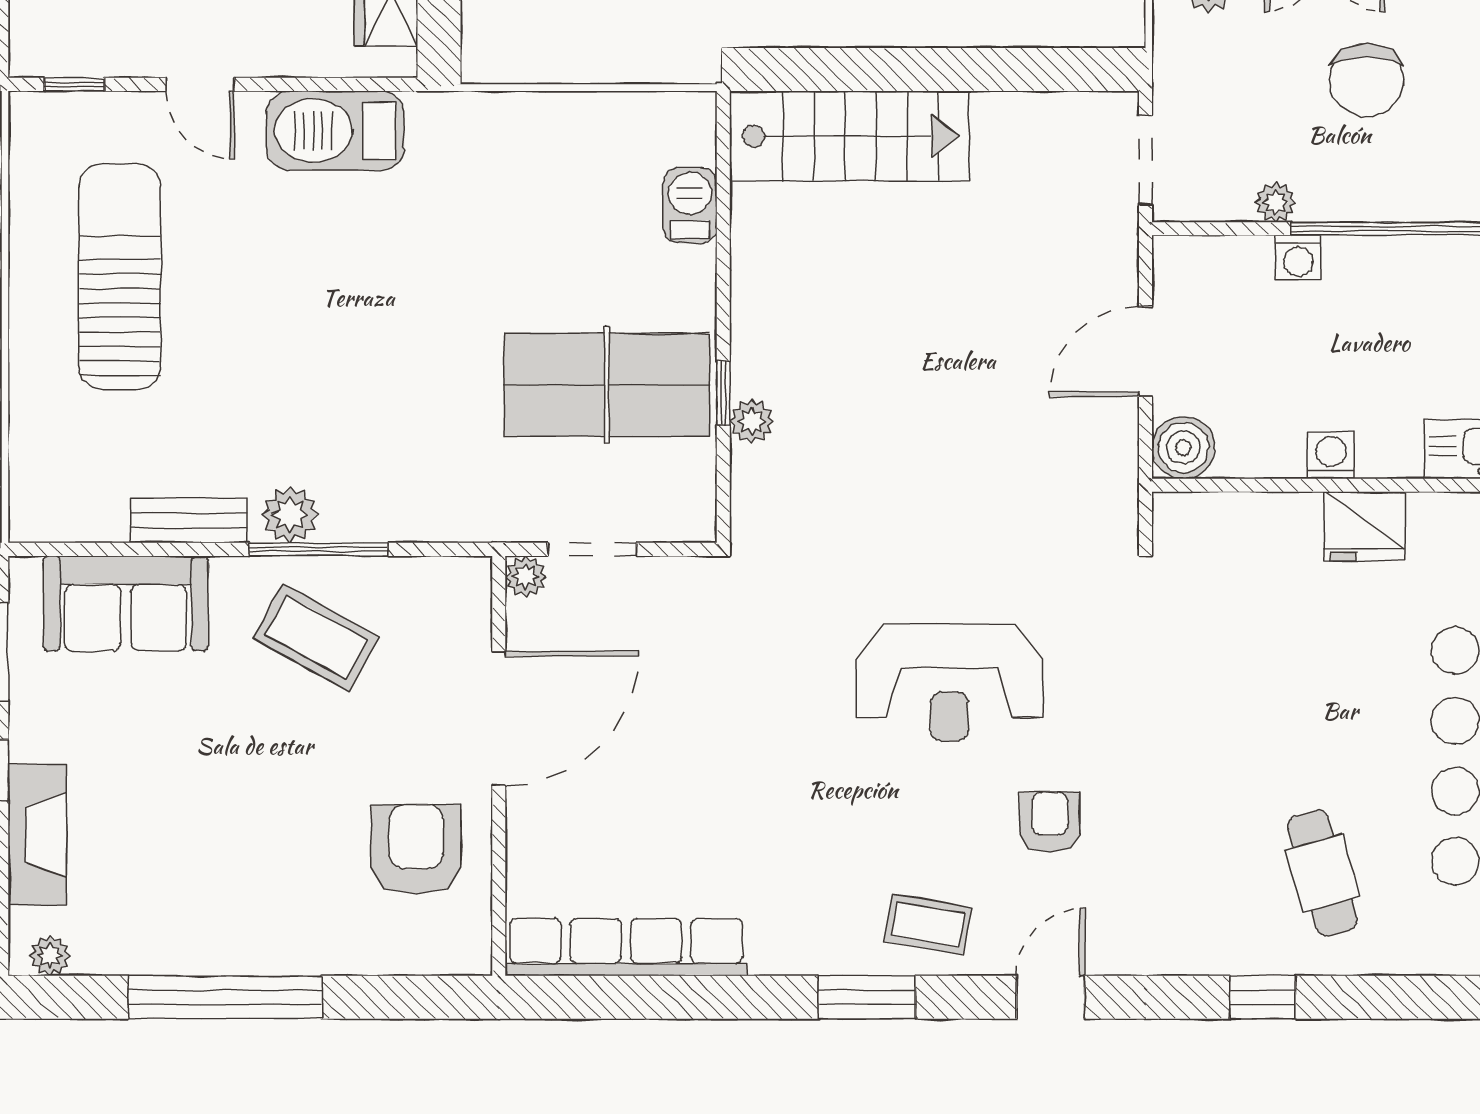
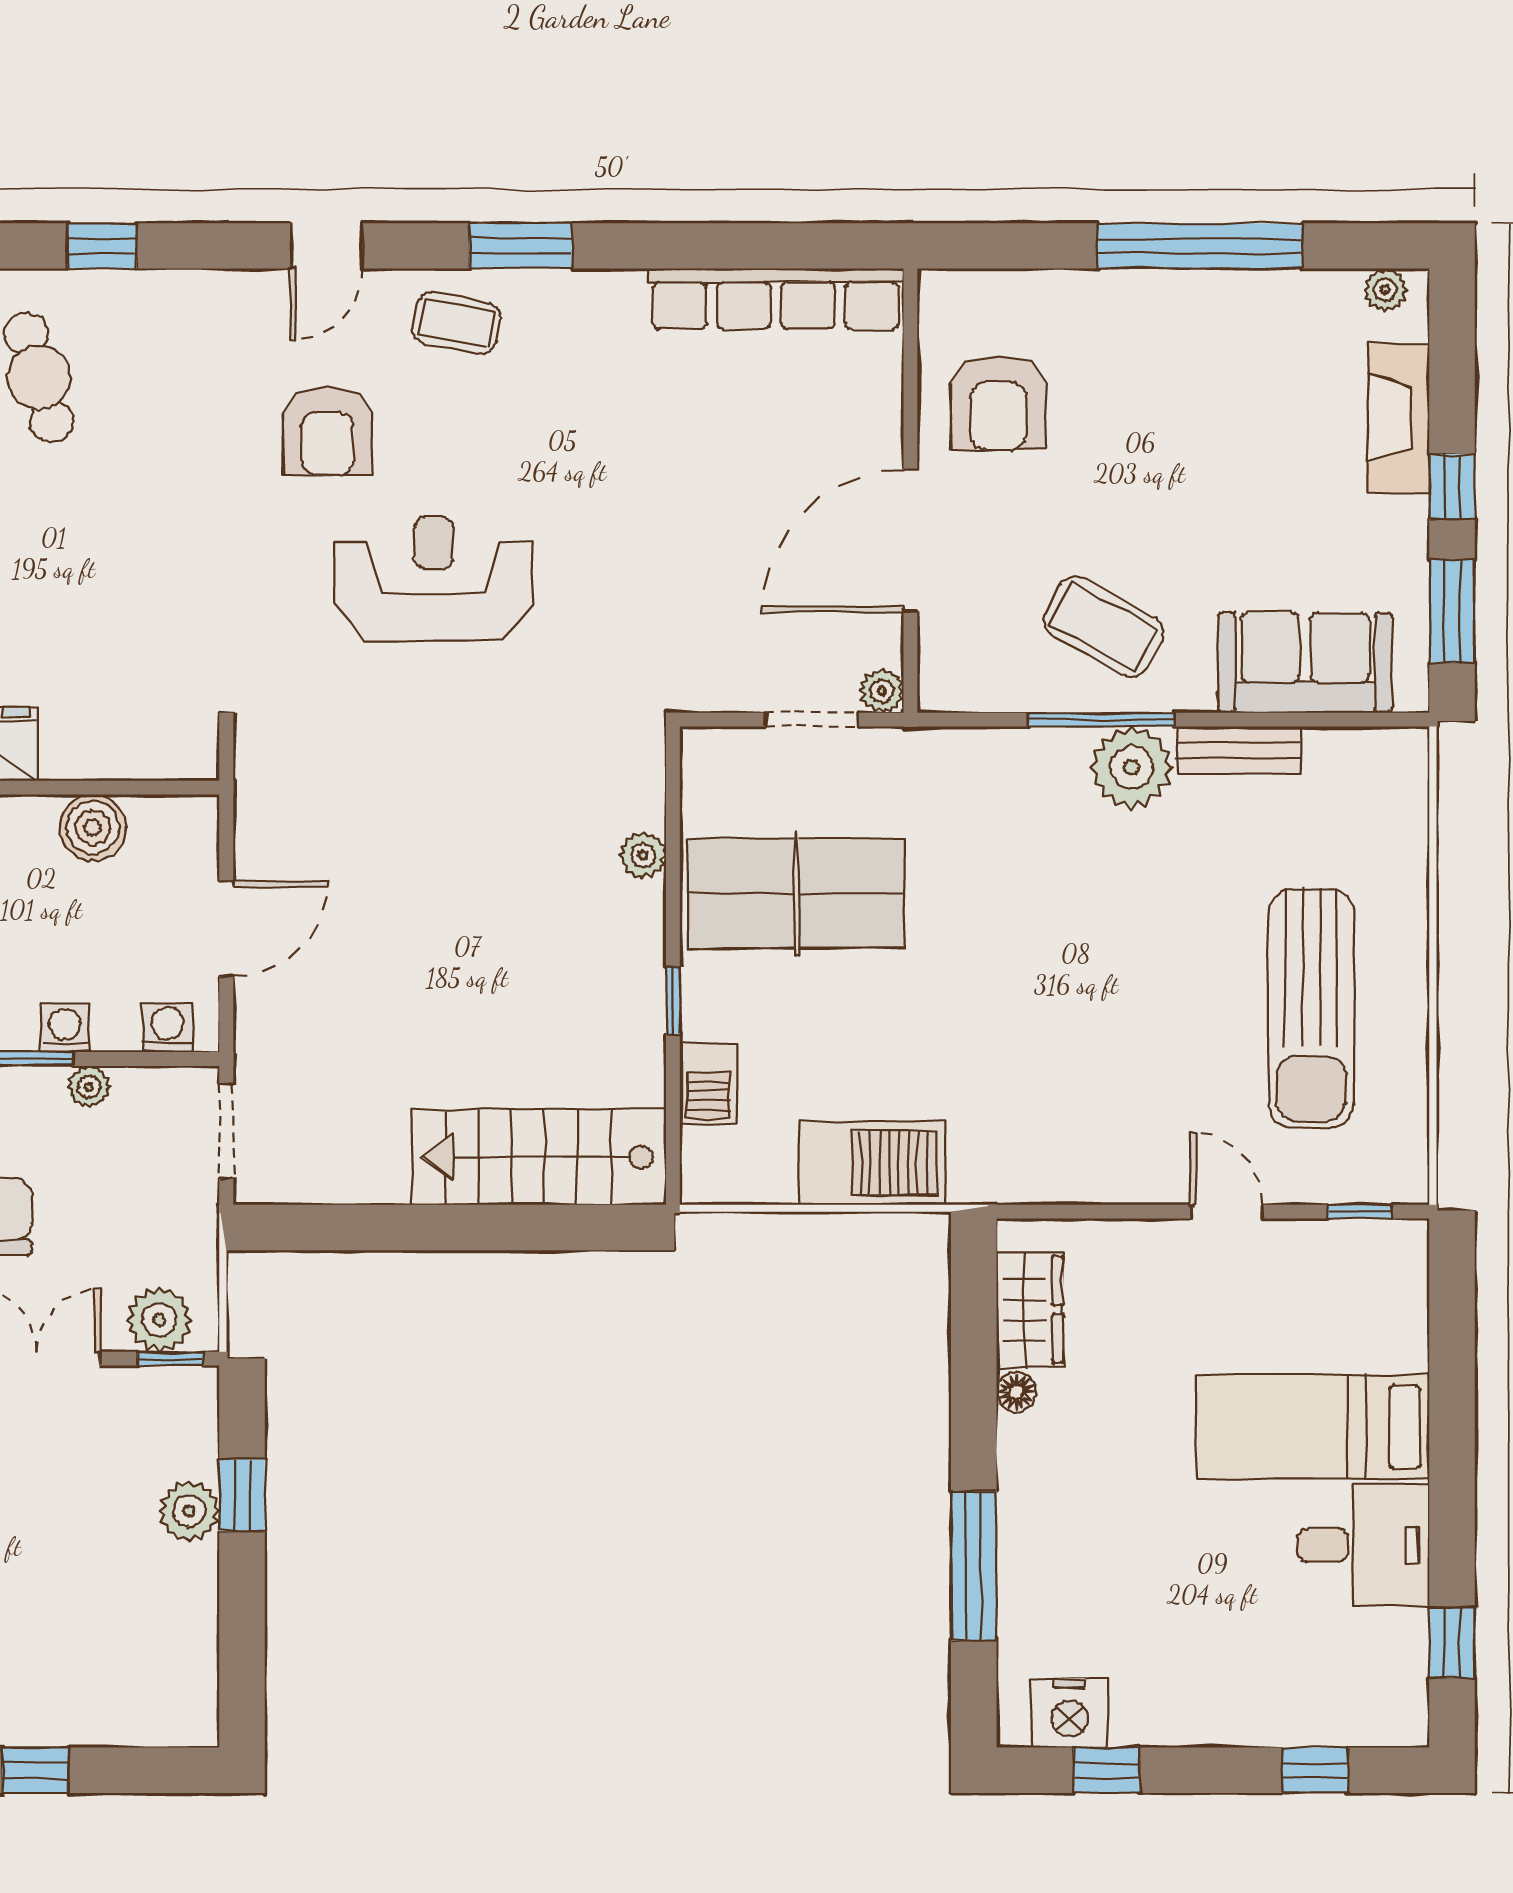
barbecue: (335, 131) -> (872, 1163), moved
window: (723, 393) -> (673, 1001), moved
boiler: (1183, 447) -> (93, 828), moved
washing machine: (1331, 455) -> (168, 1027), moved, turned 180
plant: (290, 515) -> (1131, 767), width x1.36, depth x1.36
armchair: (1050, 822) -> (327, 431), width x1.38, depth x1.38

